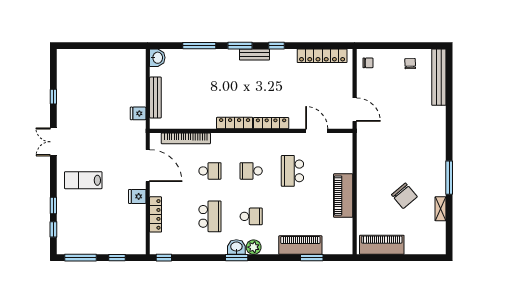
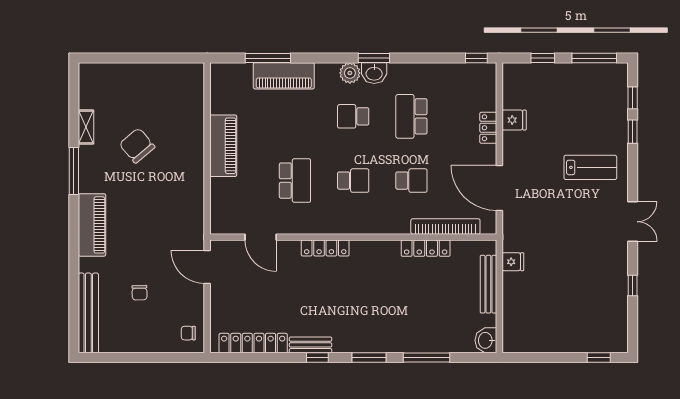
window: (77, 46) -> (599, 358), added
bench: (254, 54) -> (311, 345), moved
chair: (410, 64) -> (140, 293), moved
locker: (235, 123) -> (426, 248), moved
school desk: (210, 171) -> (411, 181), turned 180
fridge: (137, 196) -> (514, 120), moved
locker: (156, 214) -> (488, 128), width x0.66
piano: (382, 245) -> (92, 225), moved, turned -90
window: (312, 258) -> (268, 58), width x1.44

